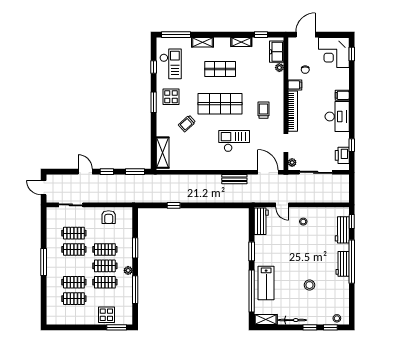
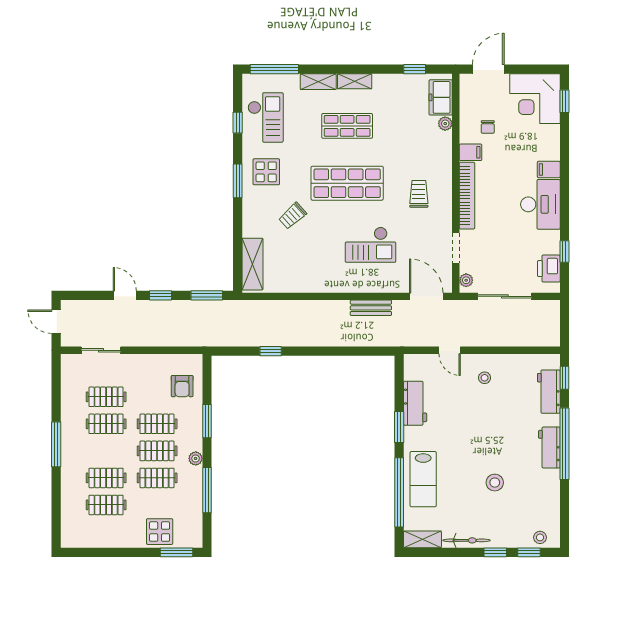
shelving: (241, 42) -> (355, 81), moved
checkout: (234, 141) -> (371, 245), turned 180
armchair: (109, 217) -> (182, 386), moved
workbench: (261, 221) -> (415, 403), moved

